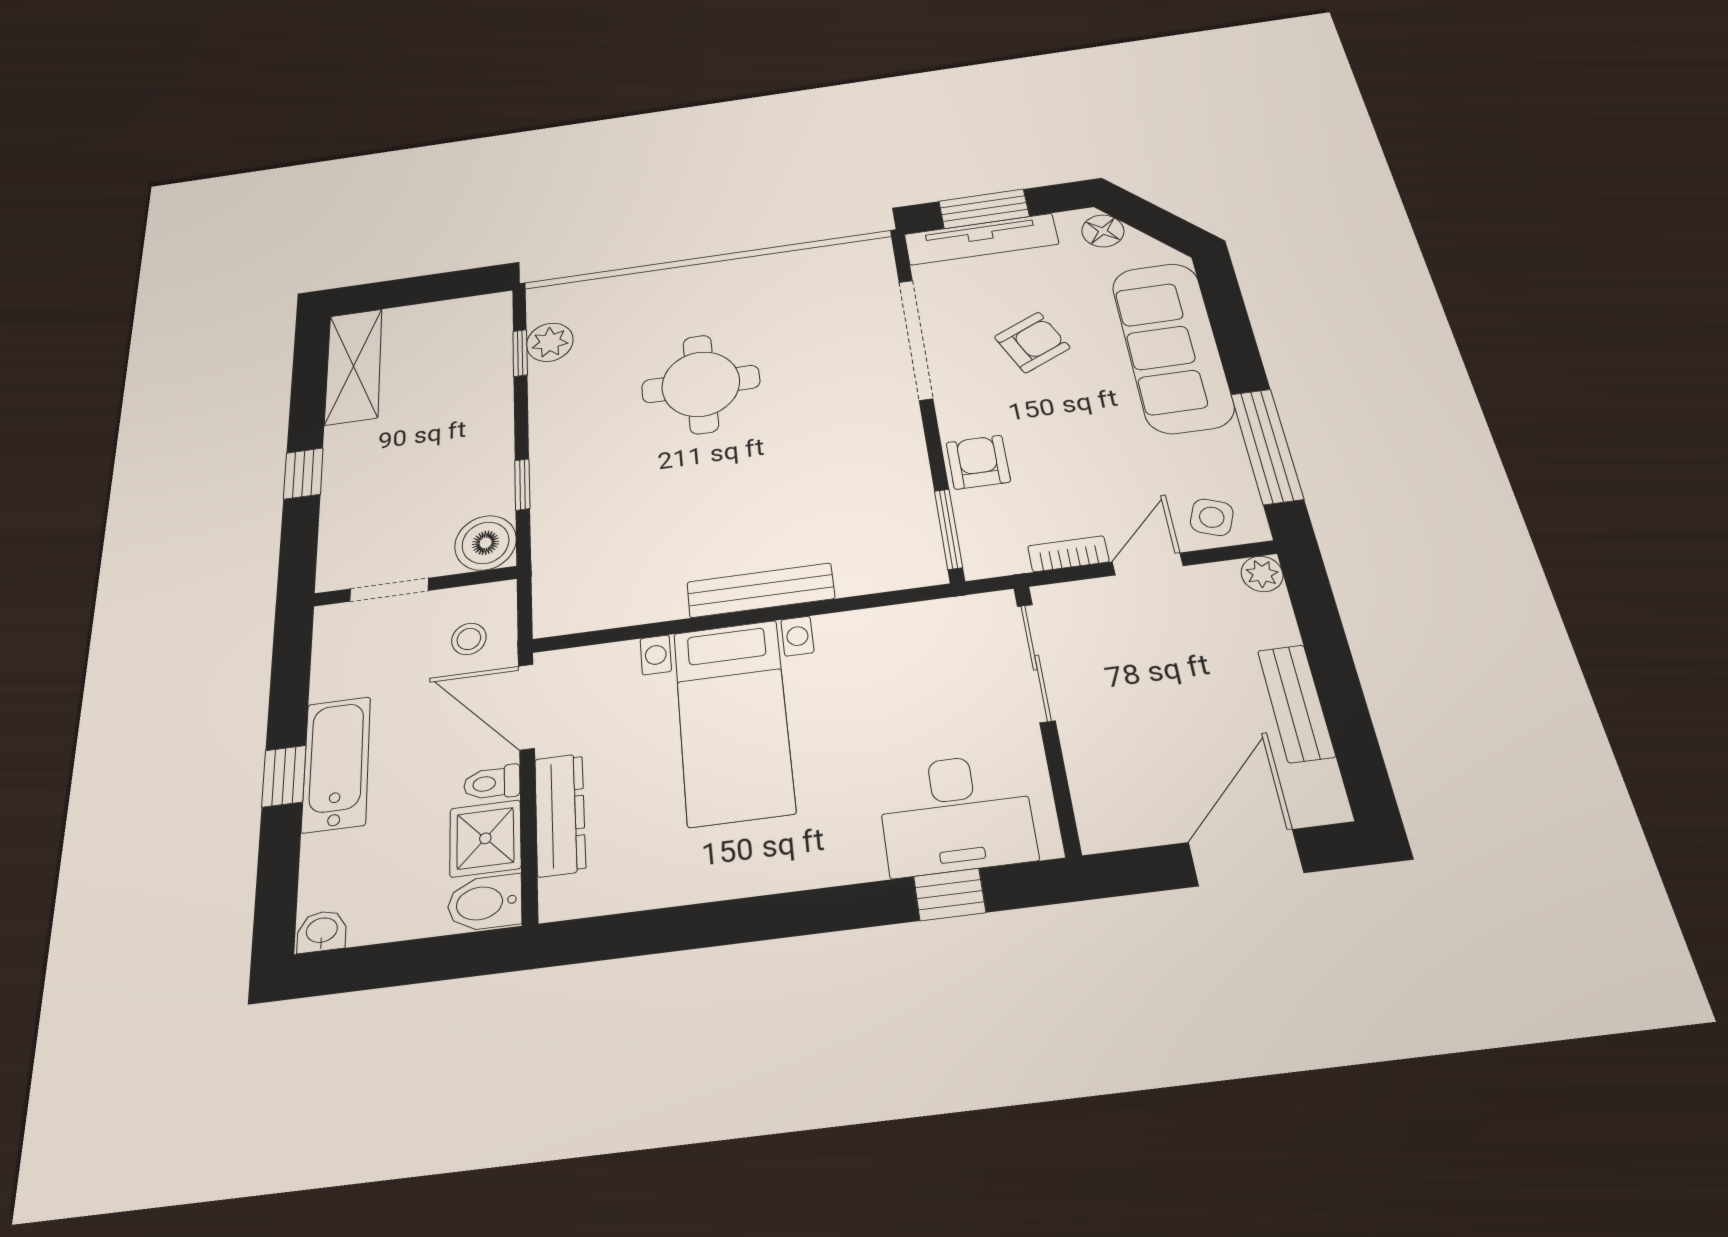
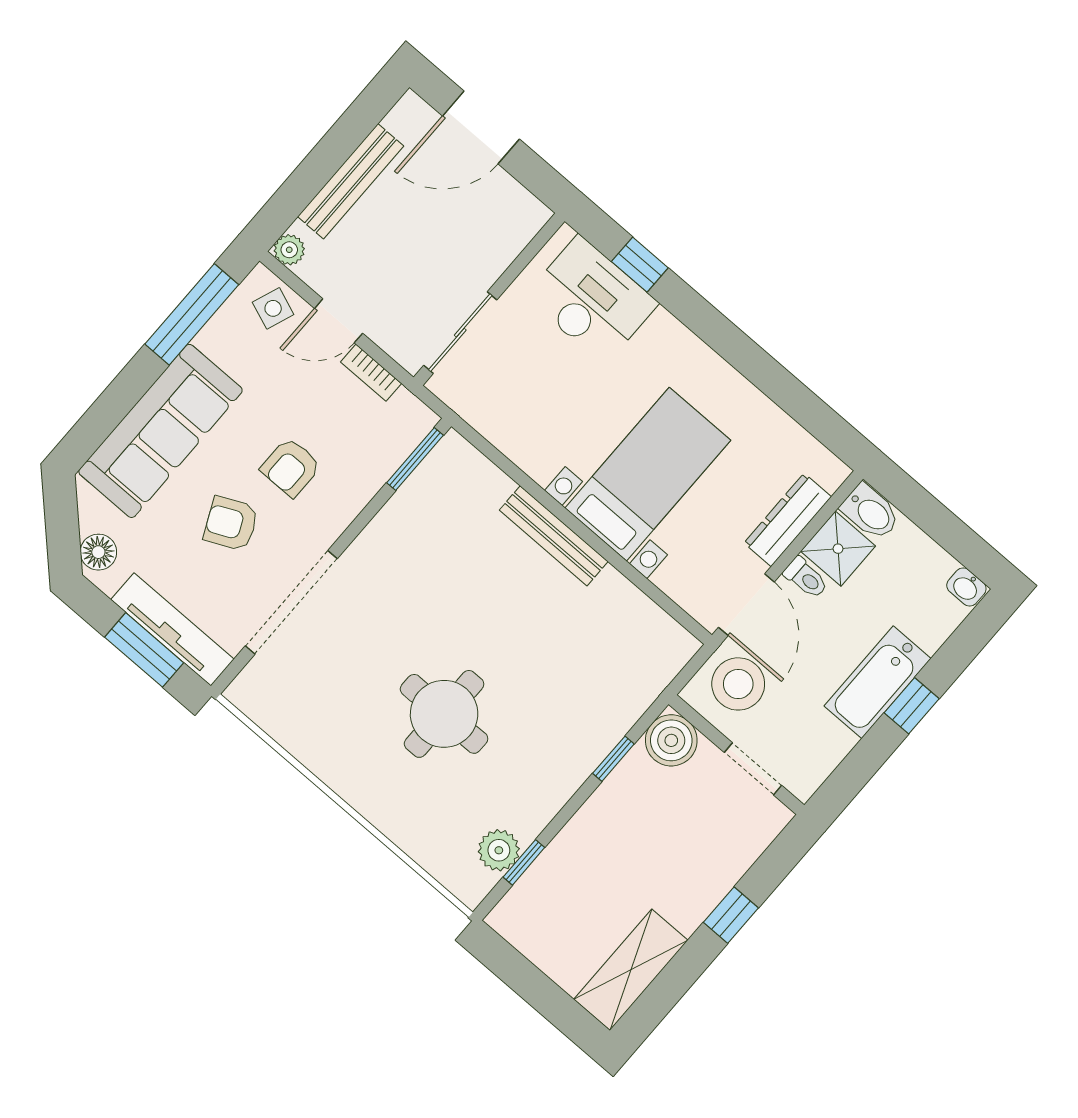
armchair: (978, 462) -> (291, 467), moved
stool: (469, 639) -> (738, 684), width x1.89, depth x1.89
bench: (1296, 703) -> (351, 181), width x1.36

